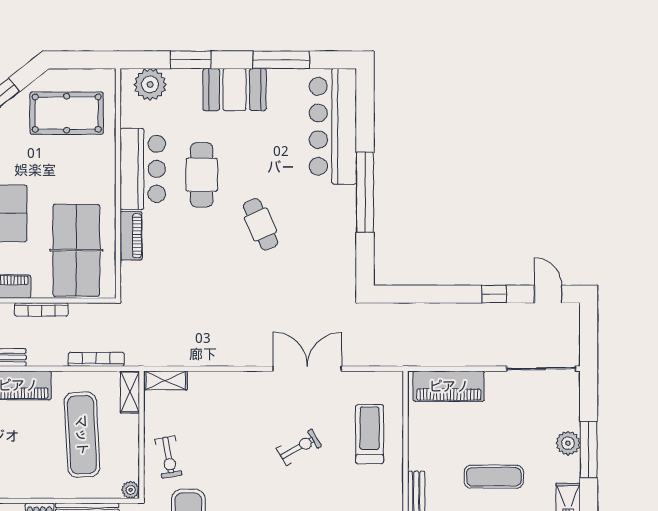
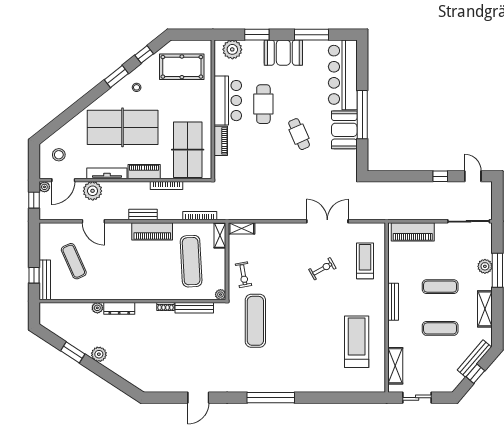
booth: (335, 217) -> (344, 130), added

